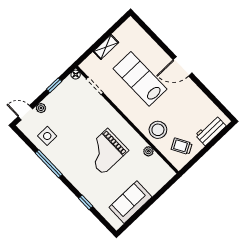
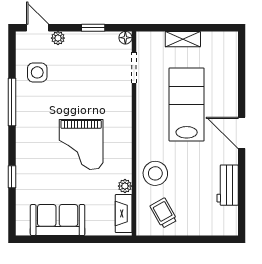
workbench: (211, 131) -> (228, 185), moved, turned -90
grand piano: (105, 152) -> (81, 144), turned -90
fireplace: (161, 166) -> (124, 214), added

